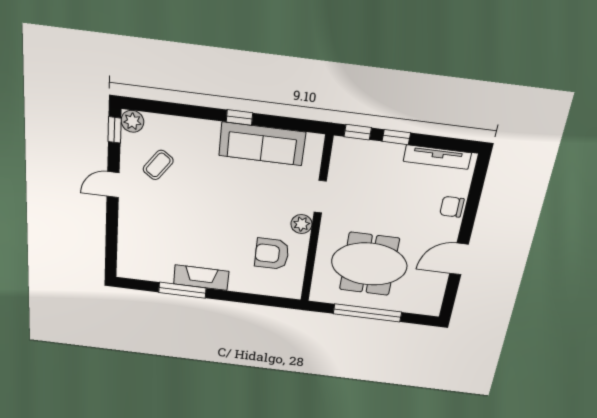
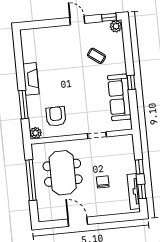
window: (358, 132) -> (142, 191), moved
coffee table: (158, 165) -> (97, 56), moved
chair: (452, 207) -> (103, 182), moved
plant: (301, 224) -> (36, 133), moved
window: (182, 290) -> (23, 105), moved

